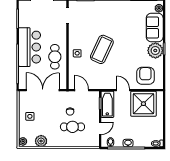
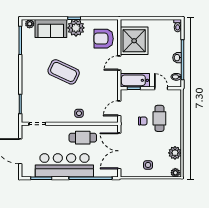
bar counter: (30, 47) -> (64, 165), width x1.36
coffee table: (102, 49) -> (64, 72), moved

